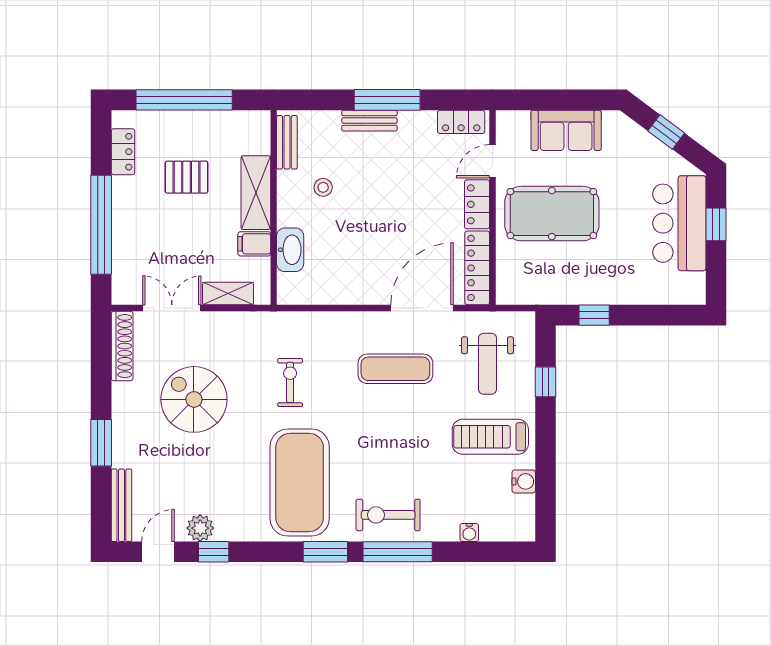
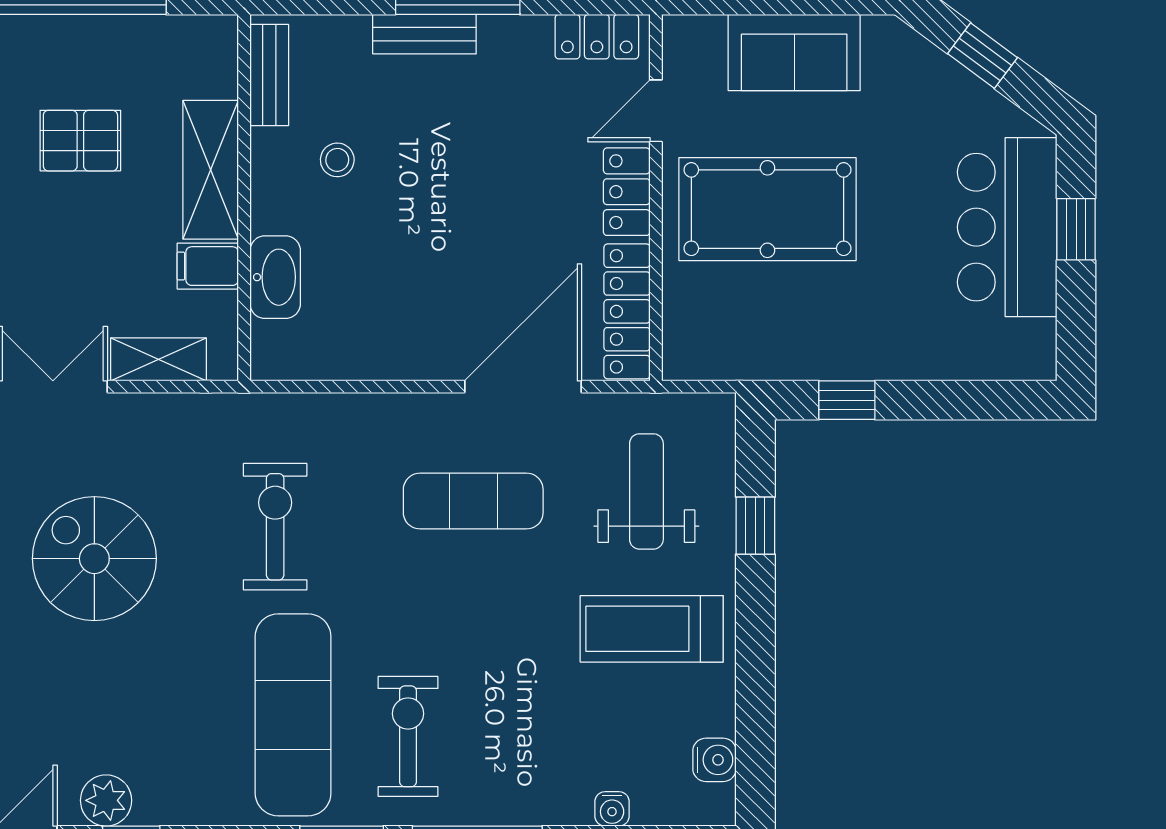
weight bench: (487, 364) -> (646, 491), turned 180
exercise bike: (290, 382) -> (275, 527), width x1.38, depth x1.39
water cooler: (524, 481) -> (714, 760), moved
exercise mat: (300, 483) -> (293, 715), width x0.68
exercise bike: (388, 515) -> (408, 736), moved, turned 90

